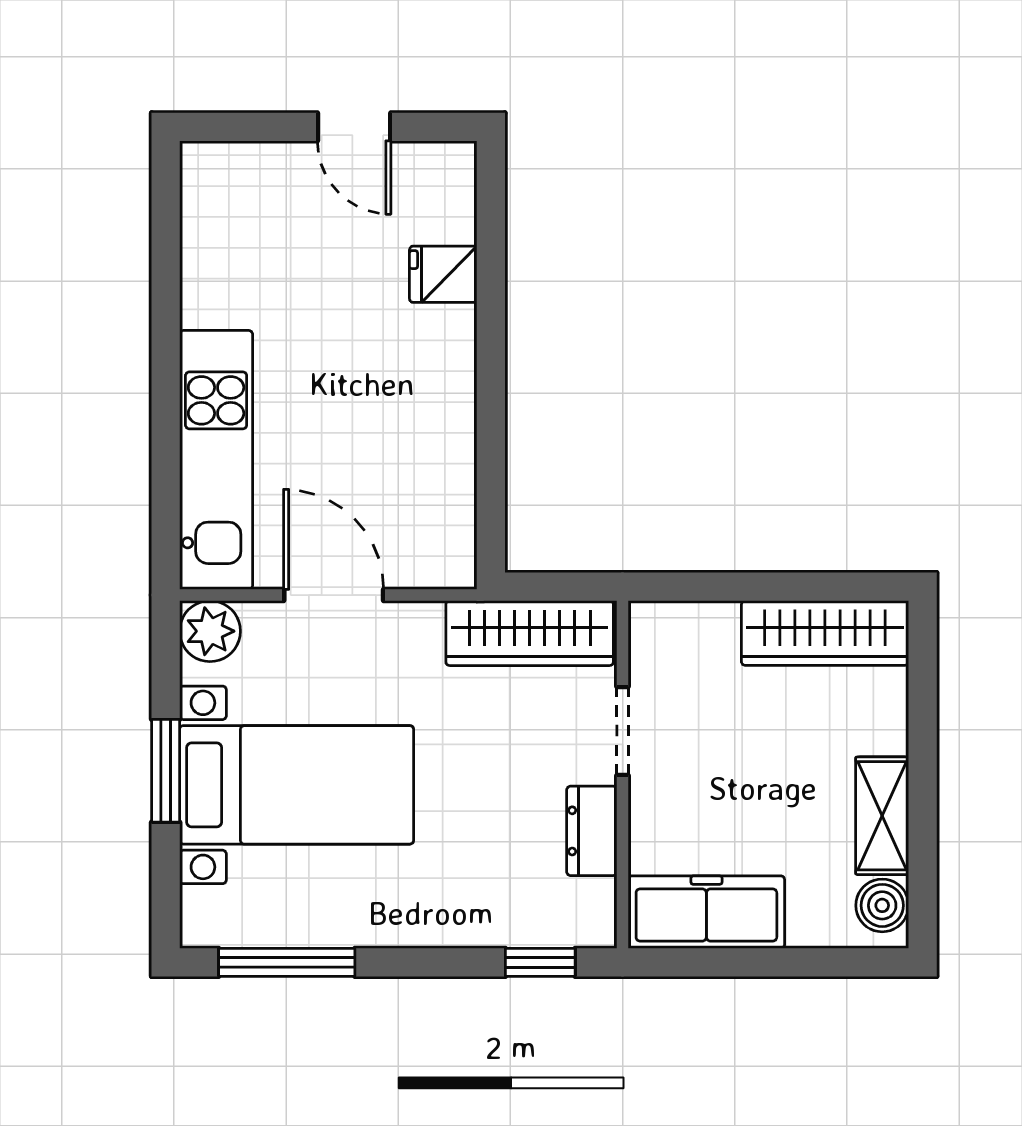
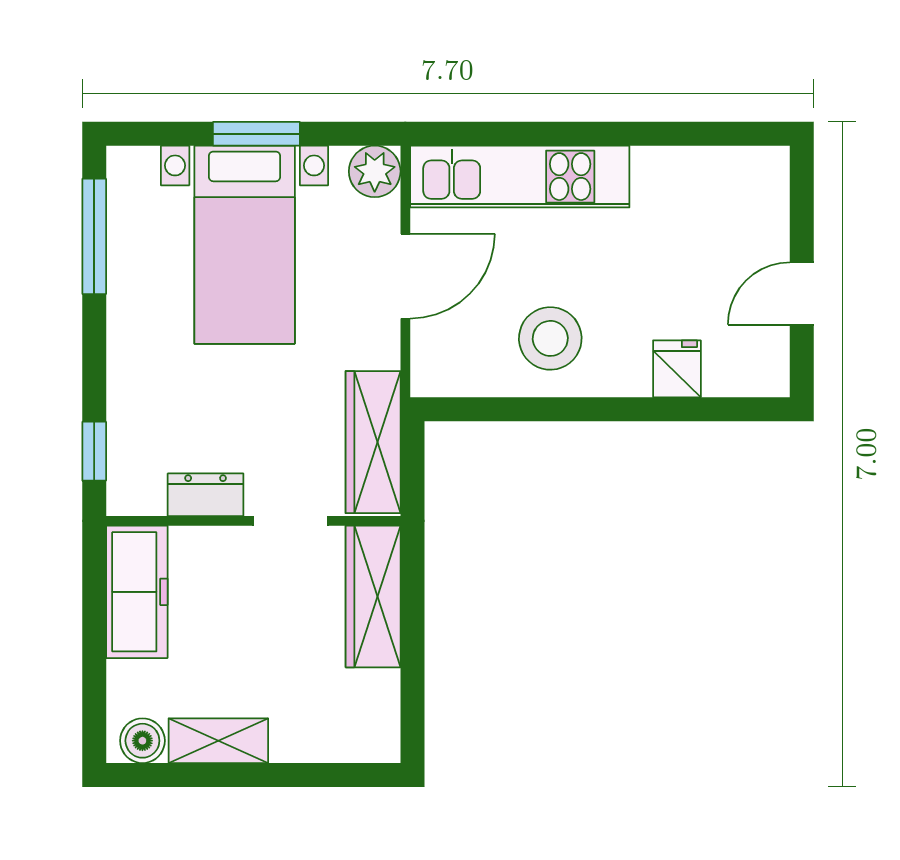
stool: (407, 424) -> (550, 338), added
wardrobe: (825, 633) -> (373, 596), moved

